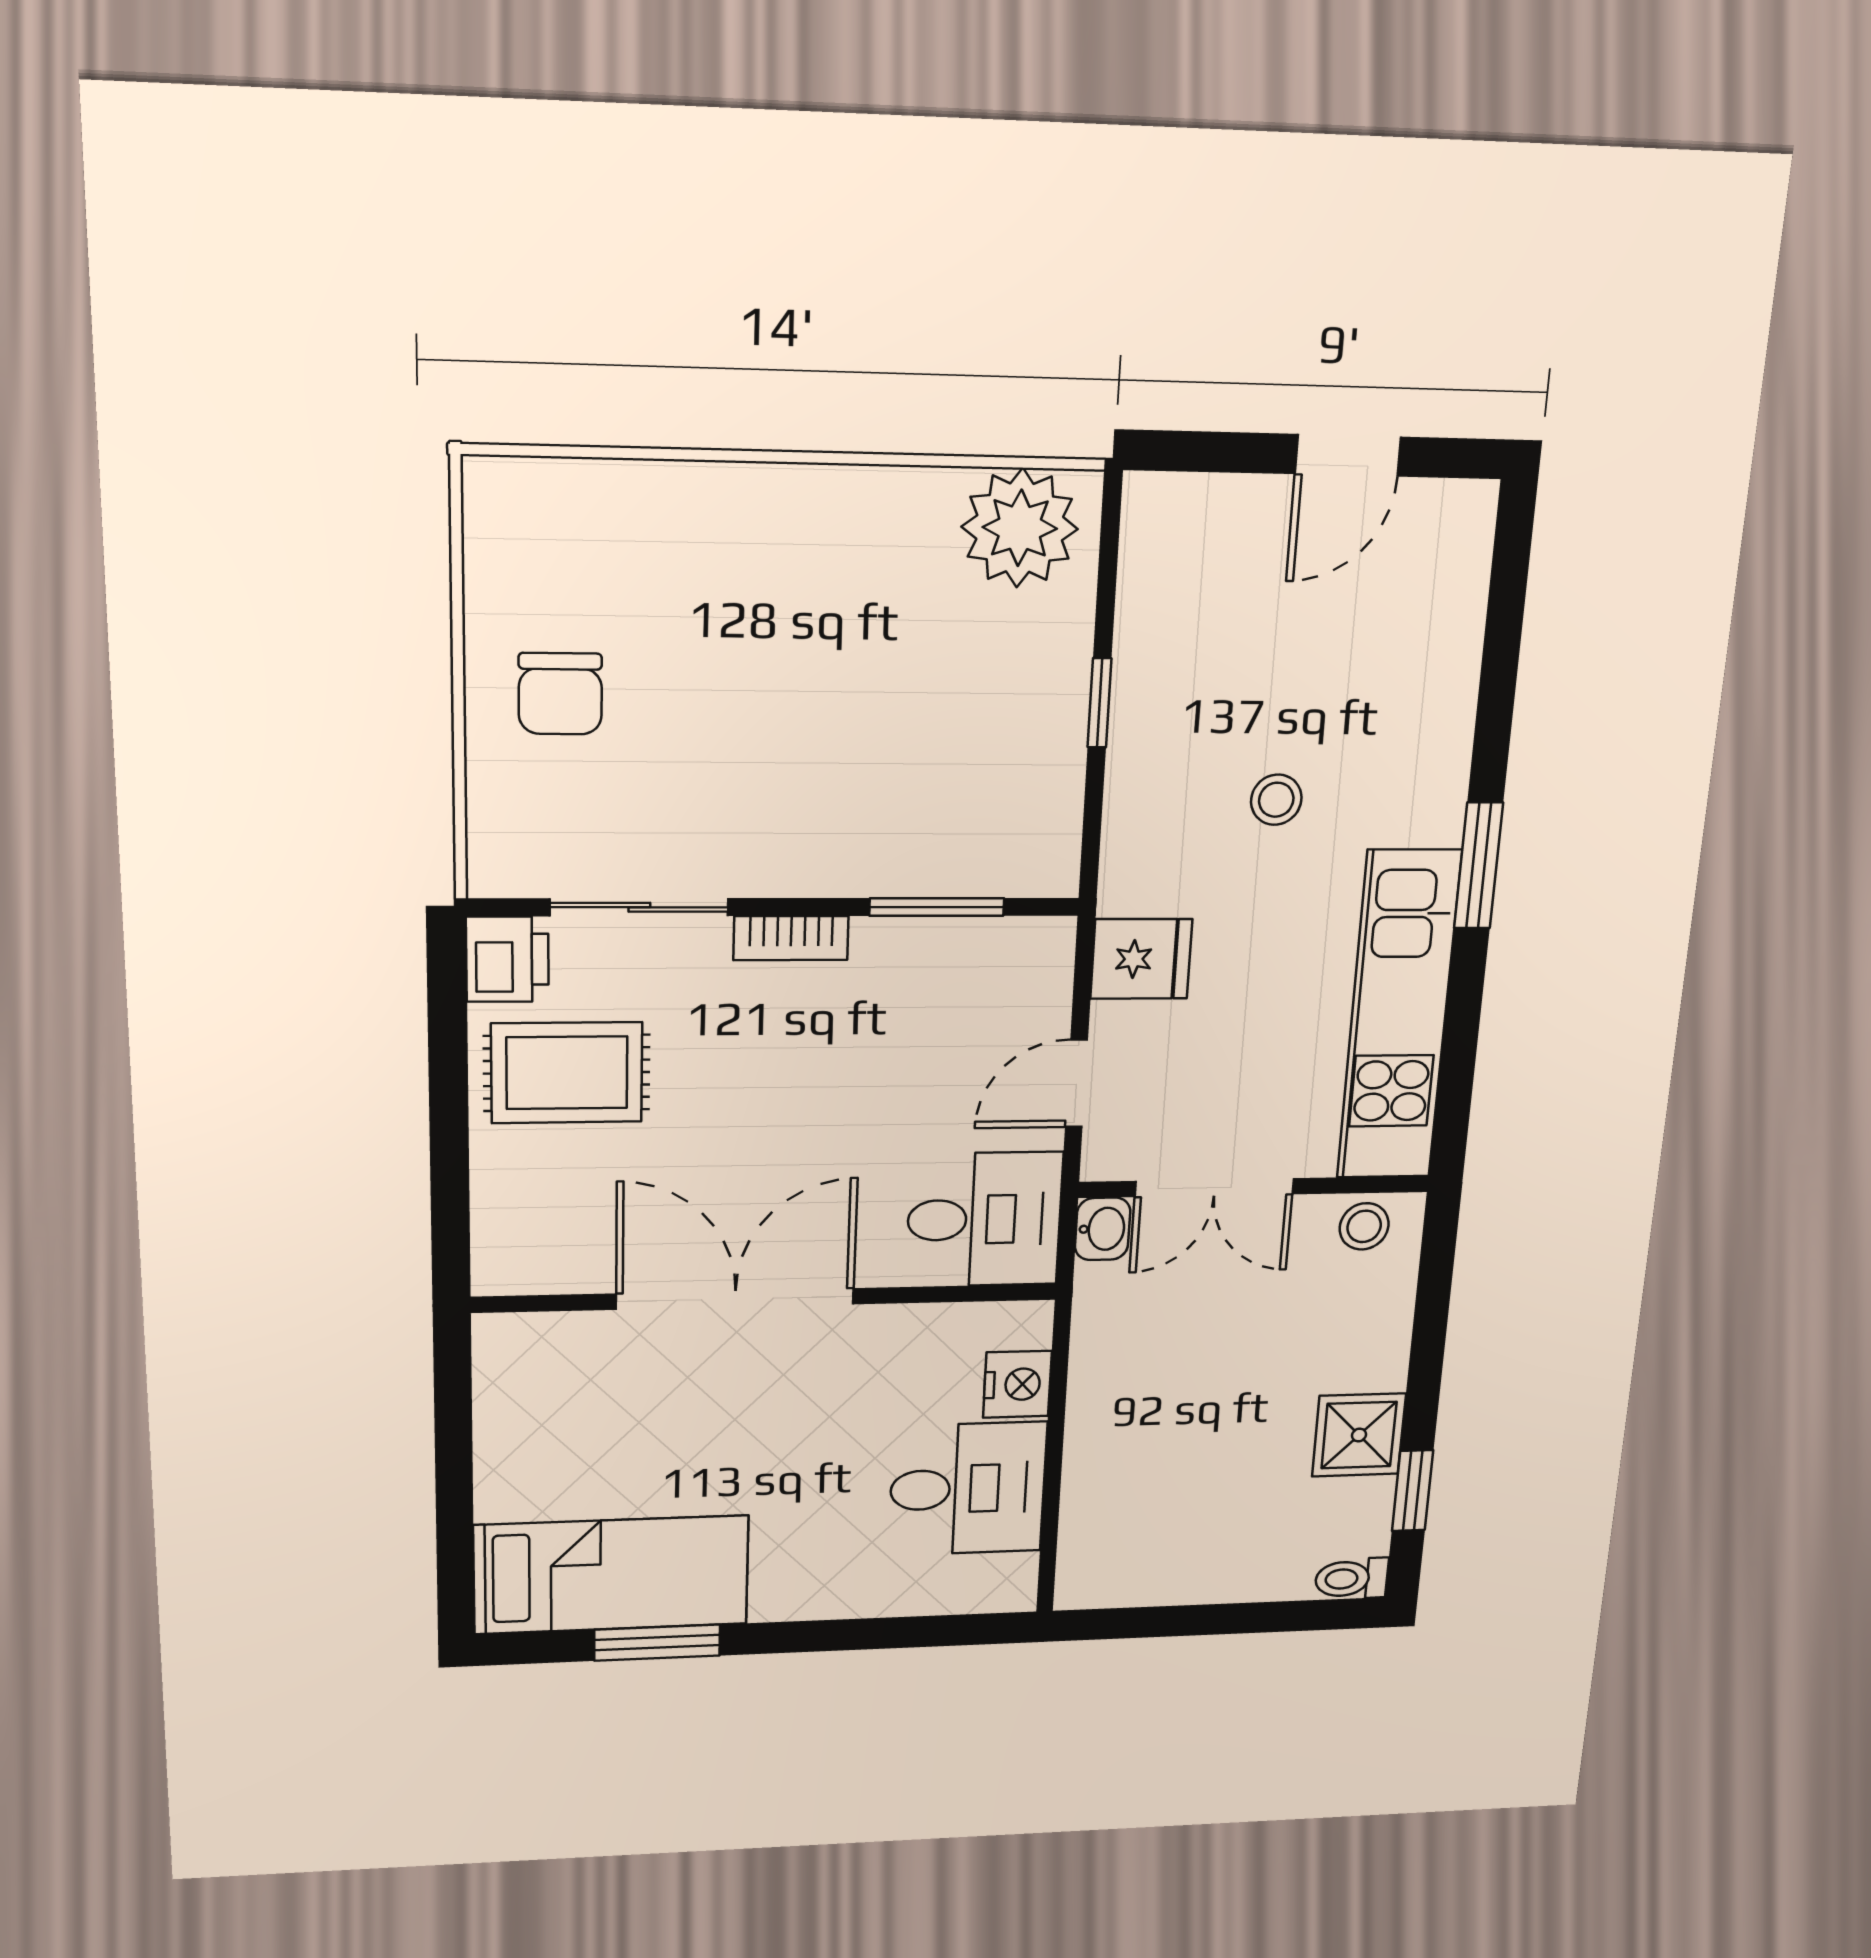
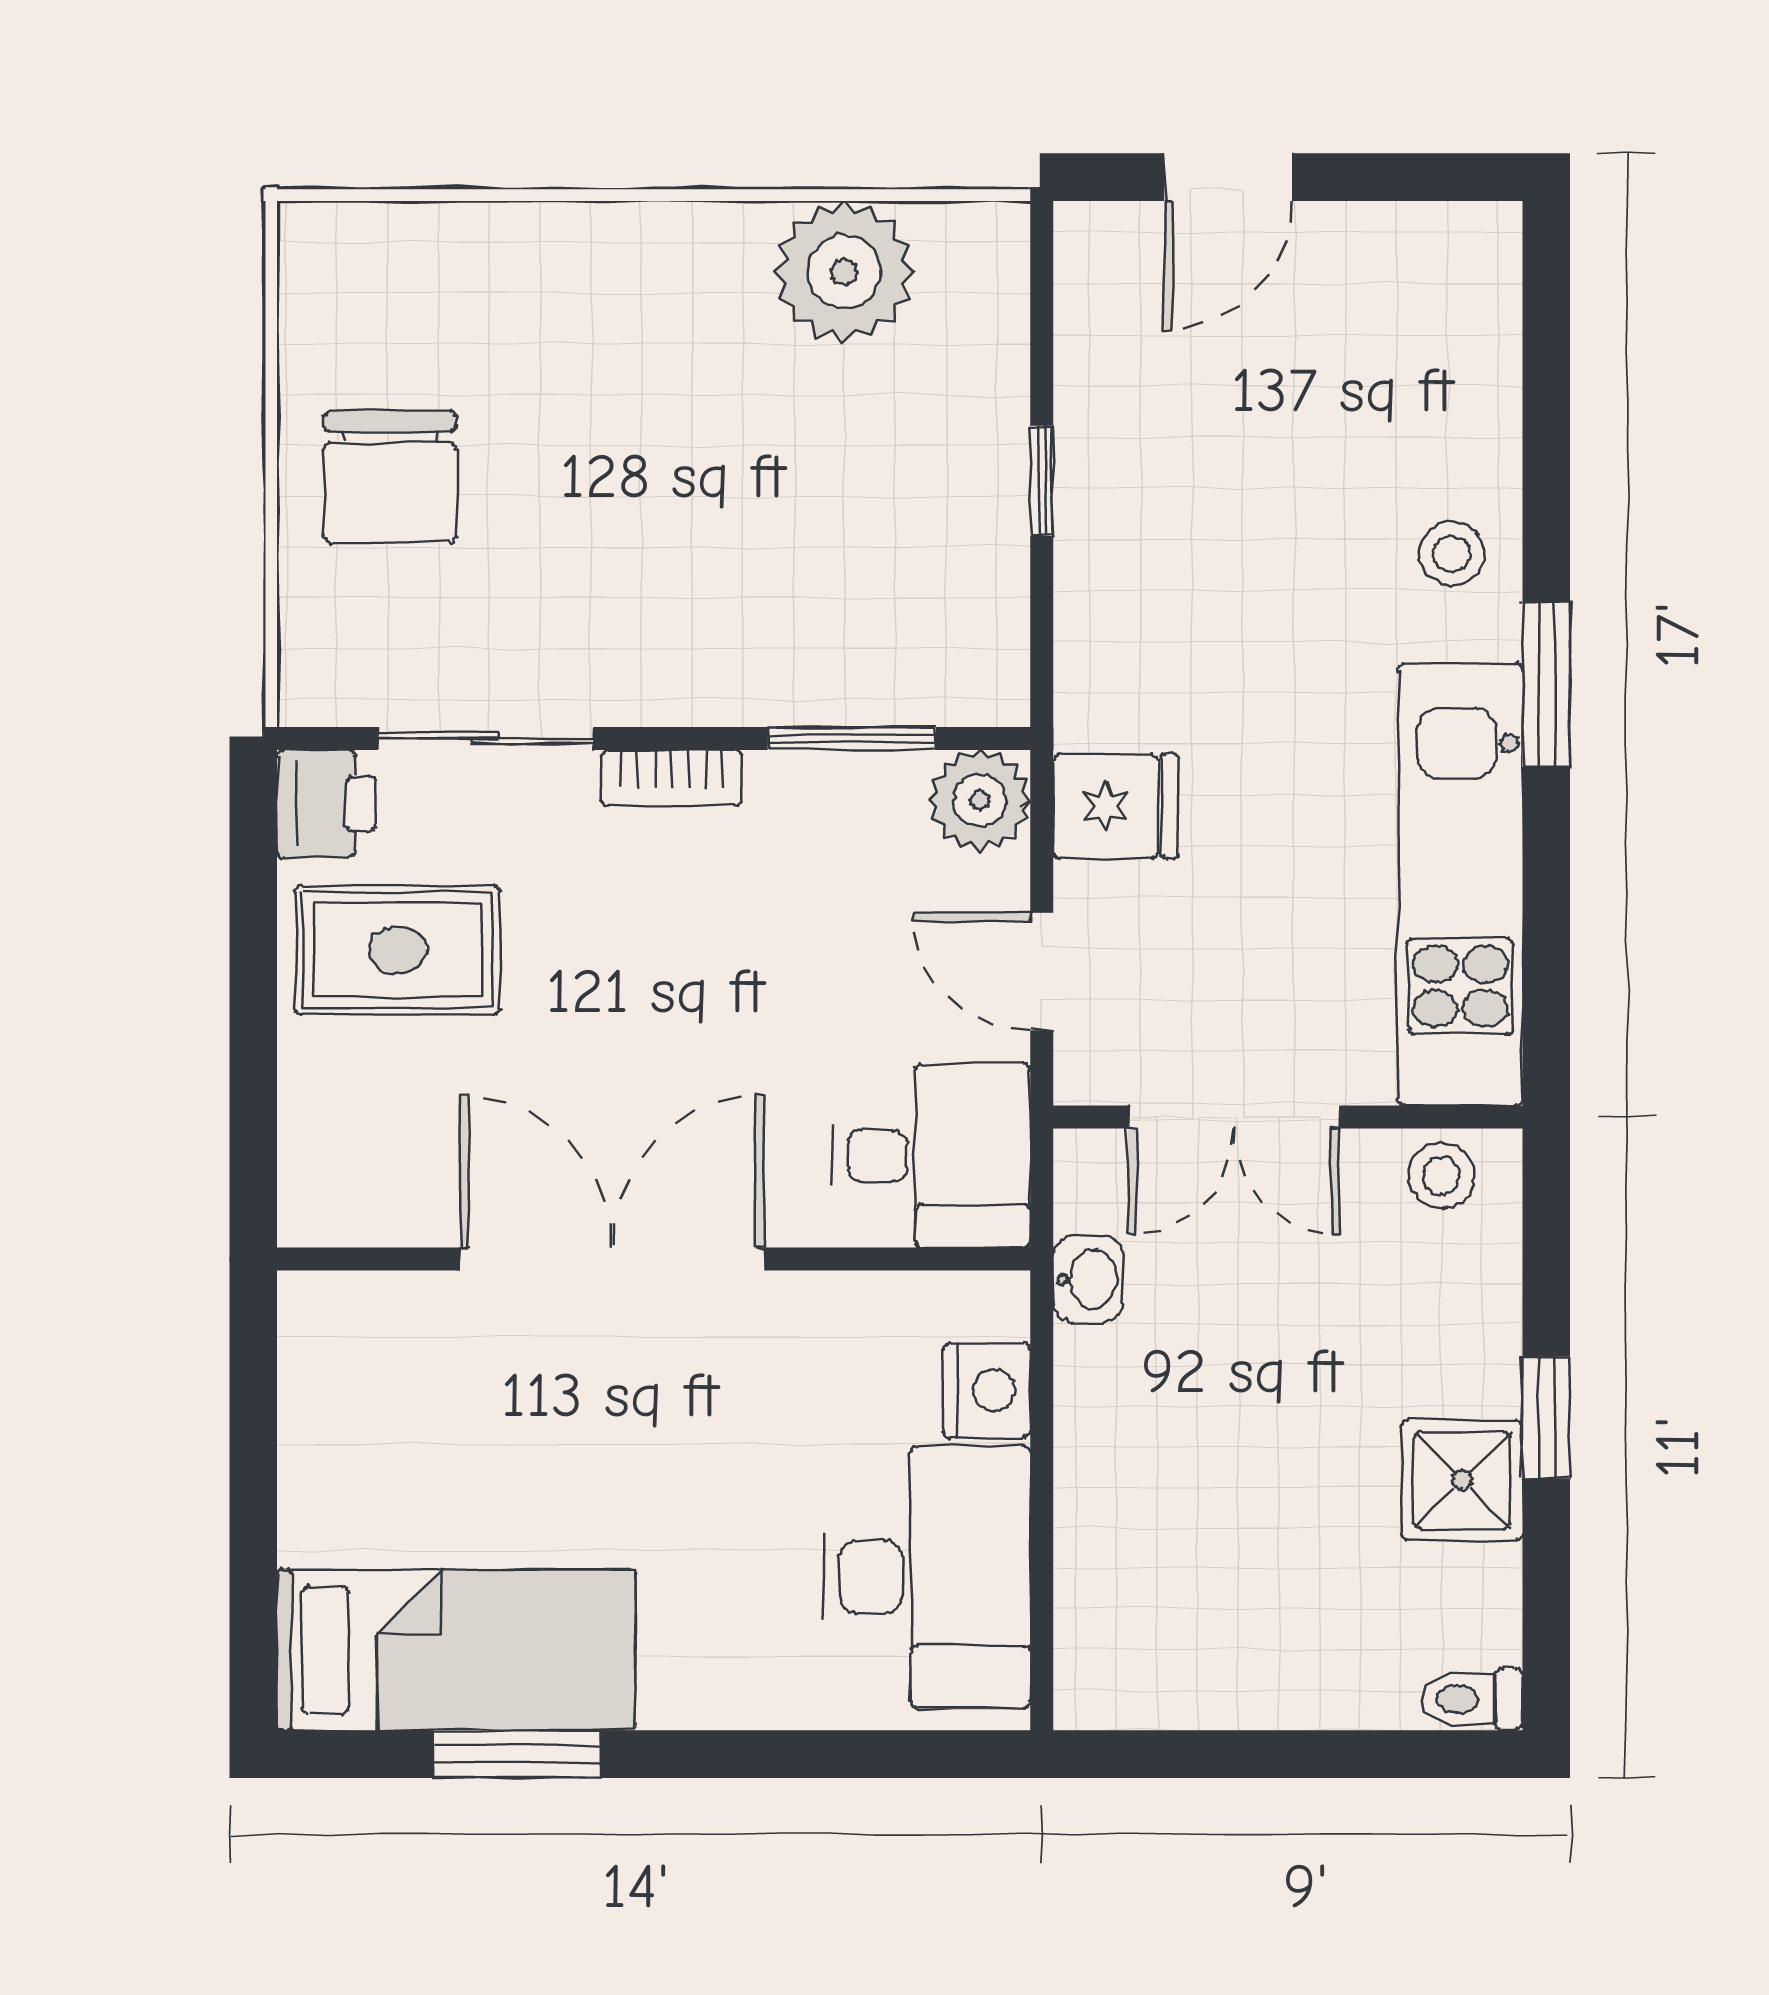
door: (1348, 455) -> (1228, 177), moved
plant: (1020, 528) -> (844, 271), moved
chair: (560, 694) -> (390, 477), width x1.37, depth x1.37
stool: (1276, 800) -> (1452, 554), moved
plant: (1036, 955) -> (980, 800), added
door: (1076, 1083) -> (1042, 971), hinge flipped
washbasin: (1103, 1229) -> (1088, 1279), moved
desk: (968, 1489) -> (927, 1577), width x1.37
window: (1412, 1491) -> (1546, 1417), moved

